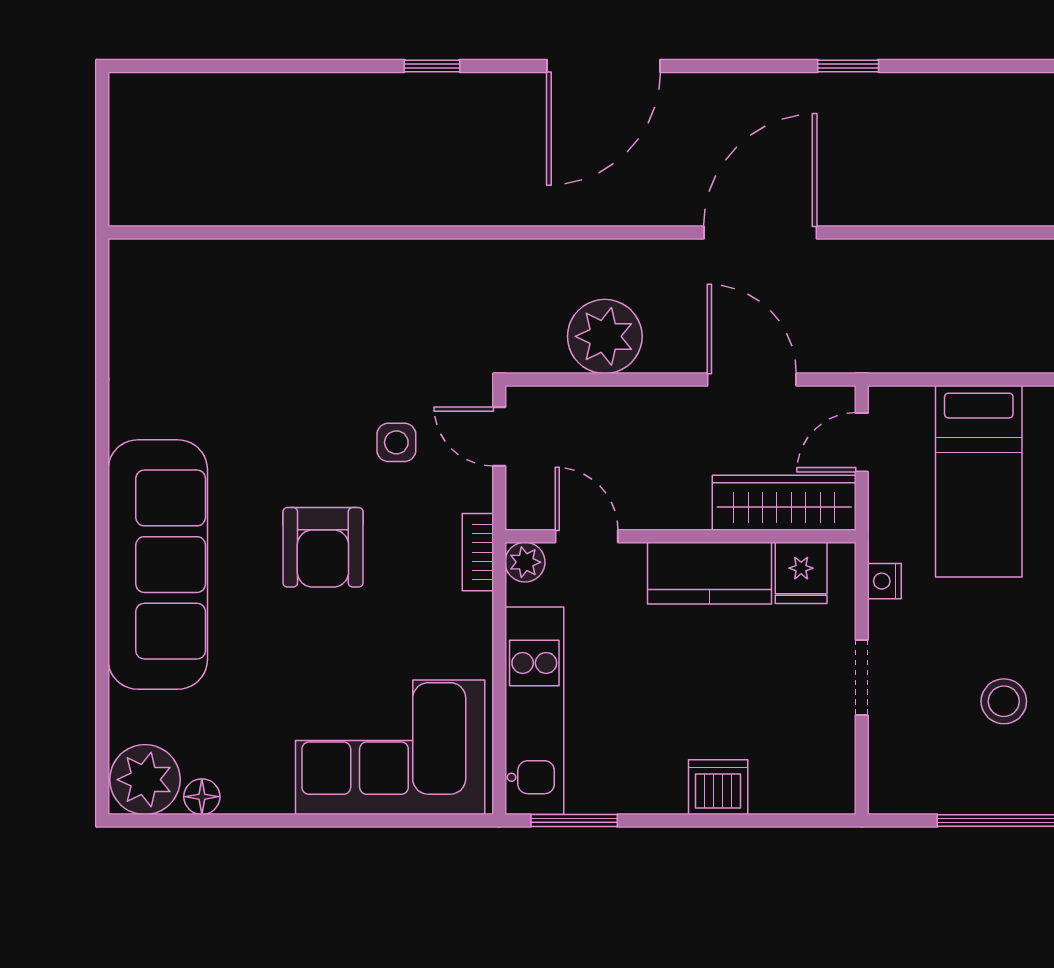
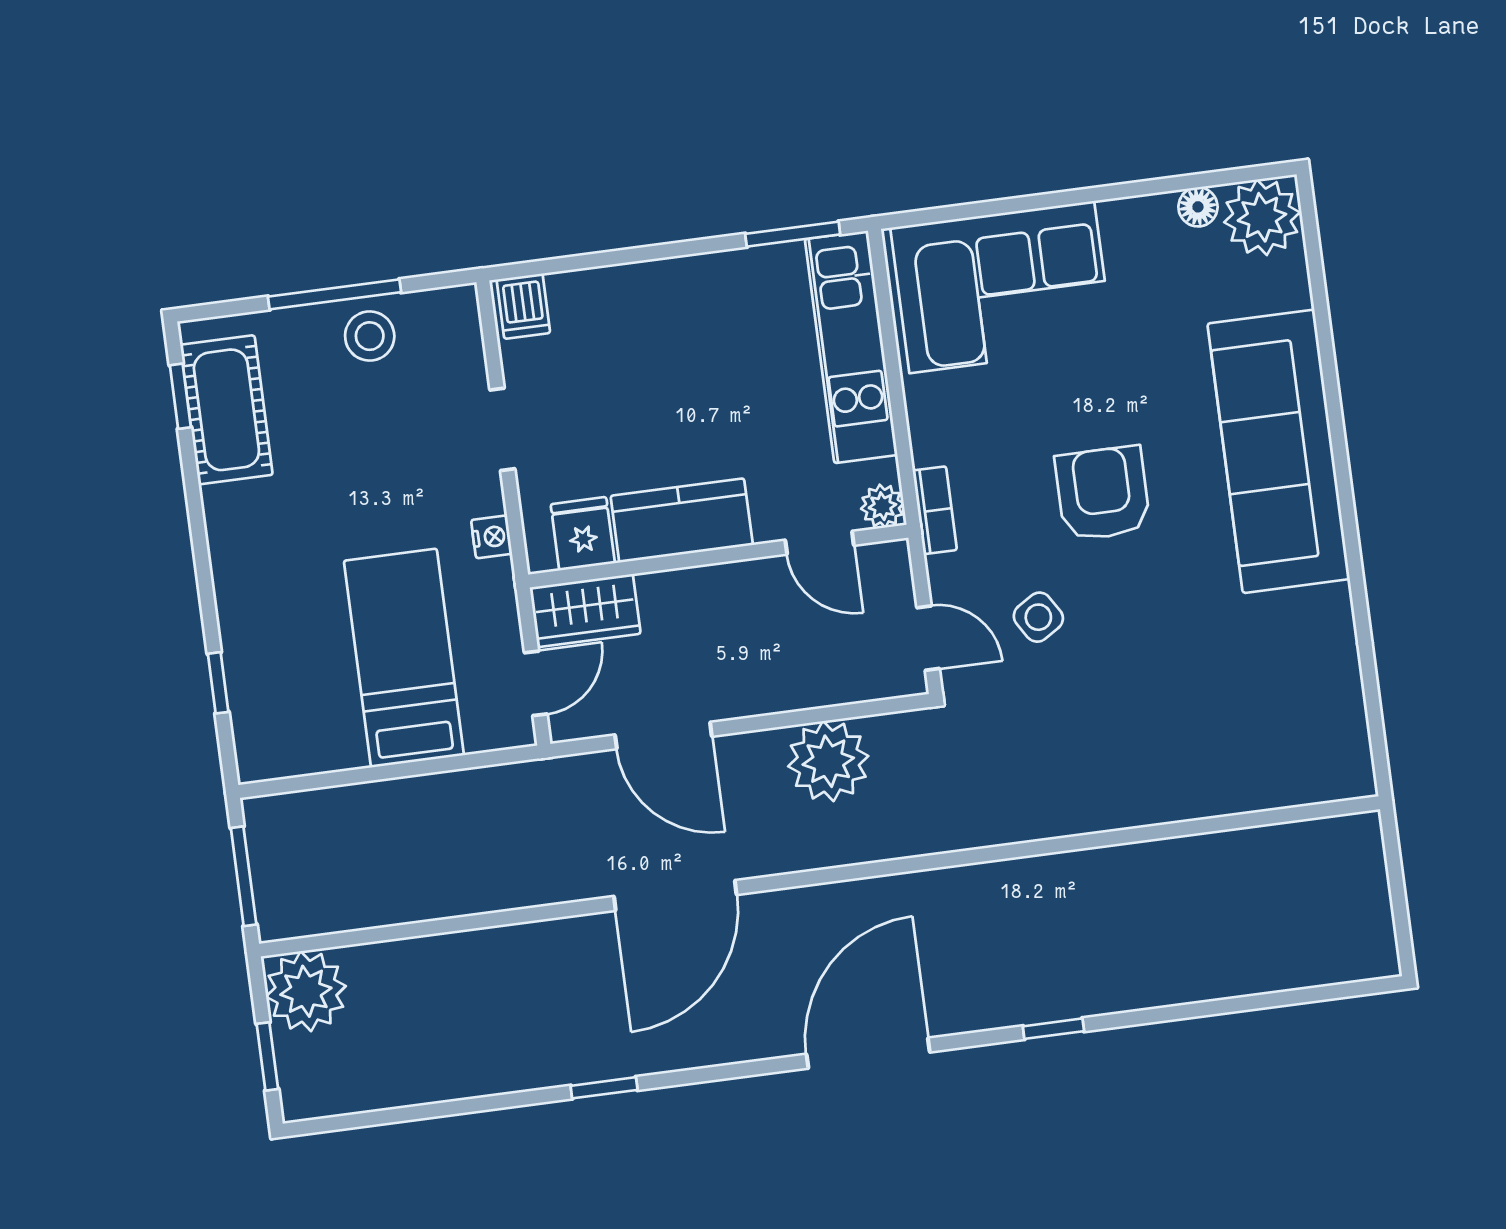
side table: (396, 442) -> (1038, 617), turned -32
wardrobe: (784, 503) -> (585, 611), width x0.67
stool: (1004, 701) -> (370, 336), moved
dishwasher: (718, 787) -> (523, 306), moved, width x0.73

